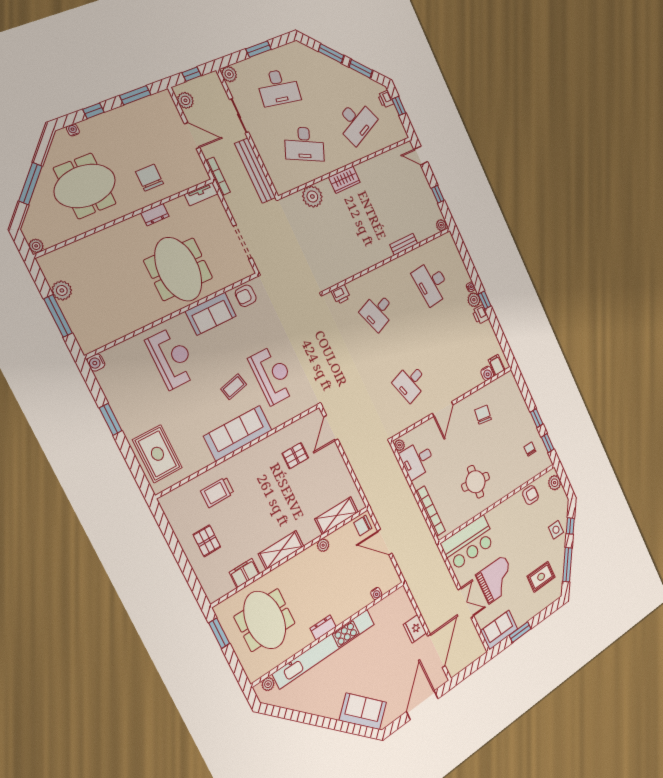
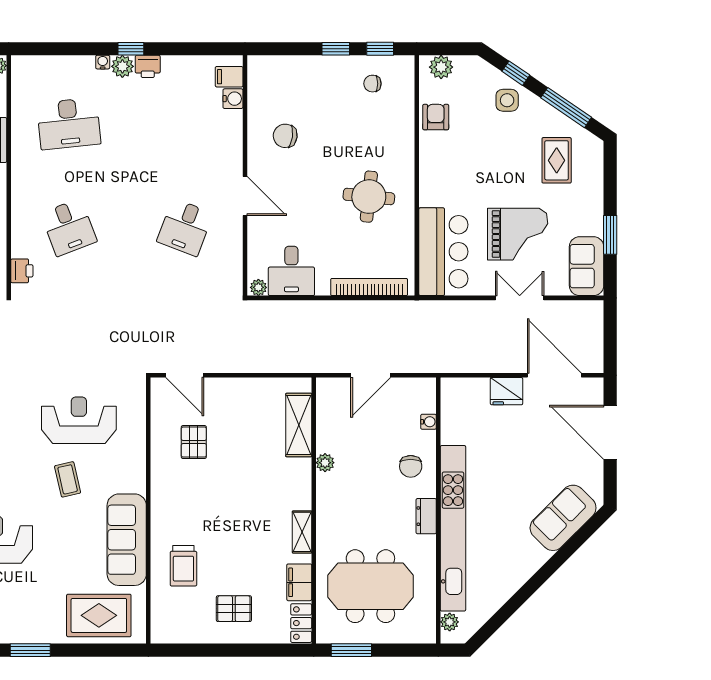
desk: (410, 382) -> (185, 227), turned 39
sofa: (238, 433) -> (127, 540), moved
chair: (363, 525) -> (411, 466), moved
shelving: (281, 550) -> (302, 532), width x0.67, depth x0.75
grand piano: (497, 580) -> (518, 234), turned 90
locker: (220, 590) -> (301, 623), added

